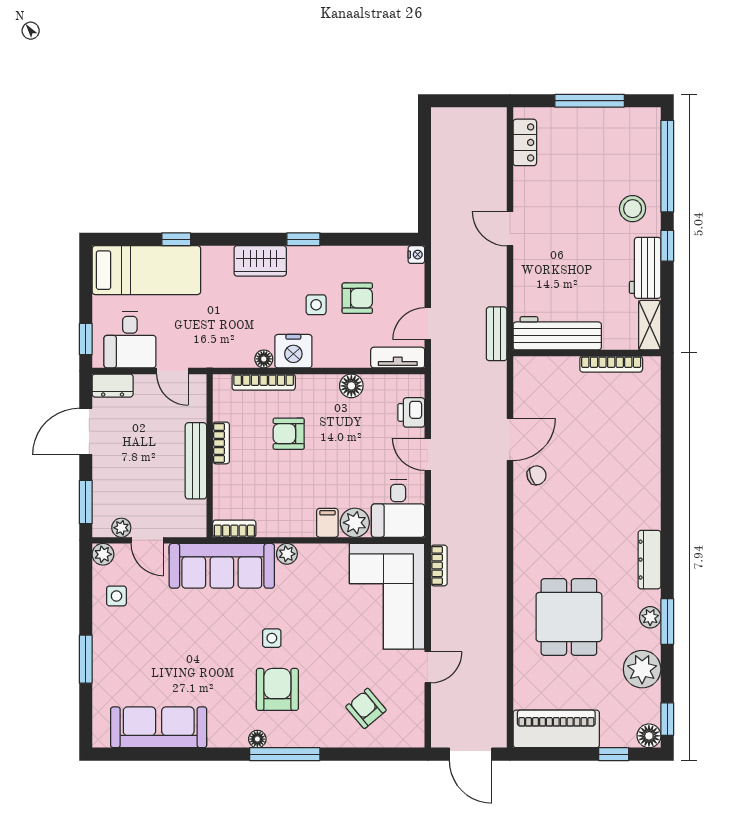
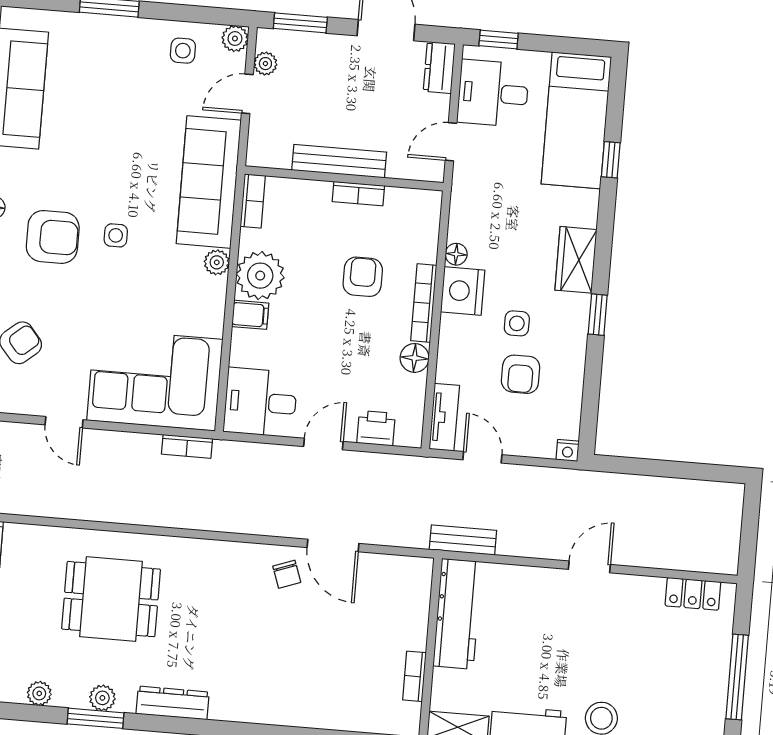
bookcase: (611, 364) -> (414, 676), width x0.64
bookcase: (264, 382) -> (424, 303), moved
plant: (355, 523) -> (260, 276), moved, width x1.36, depth x1.36
plant: (642, 669) -> (39, 693), width x0.53, depth x0.53

